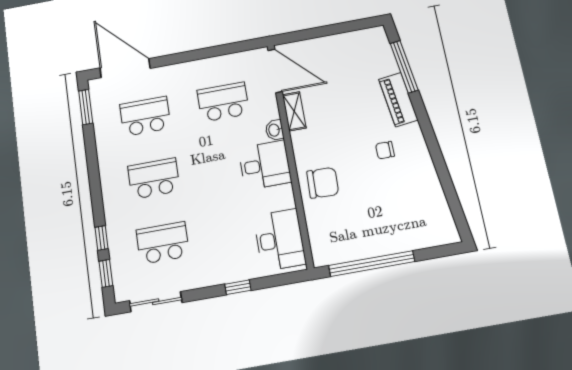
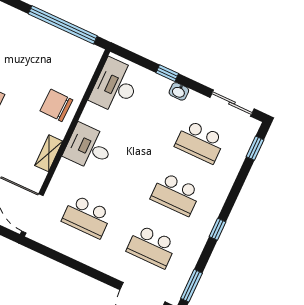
shelving: (294, 111) -> (49, 153), moved
washbasin: (274, 130) -> (179, 91), moved, turned 90
window: (102, 238) -> (217, 229), moved

